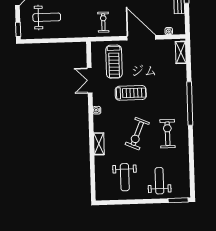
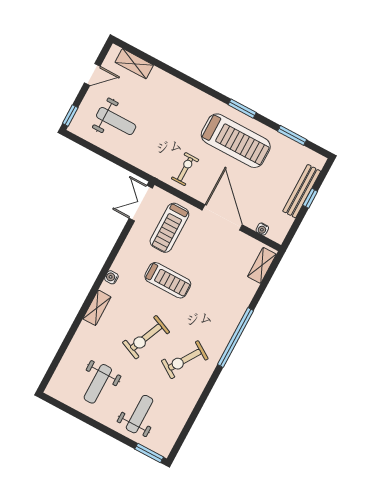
double door: (90, 80) -> (141, 203), moved
exercise bike: (167, 134) -> (185, 360), turned -147
shelving: (99, 144) -> (97, 308), moved

